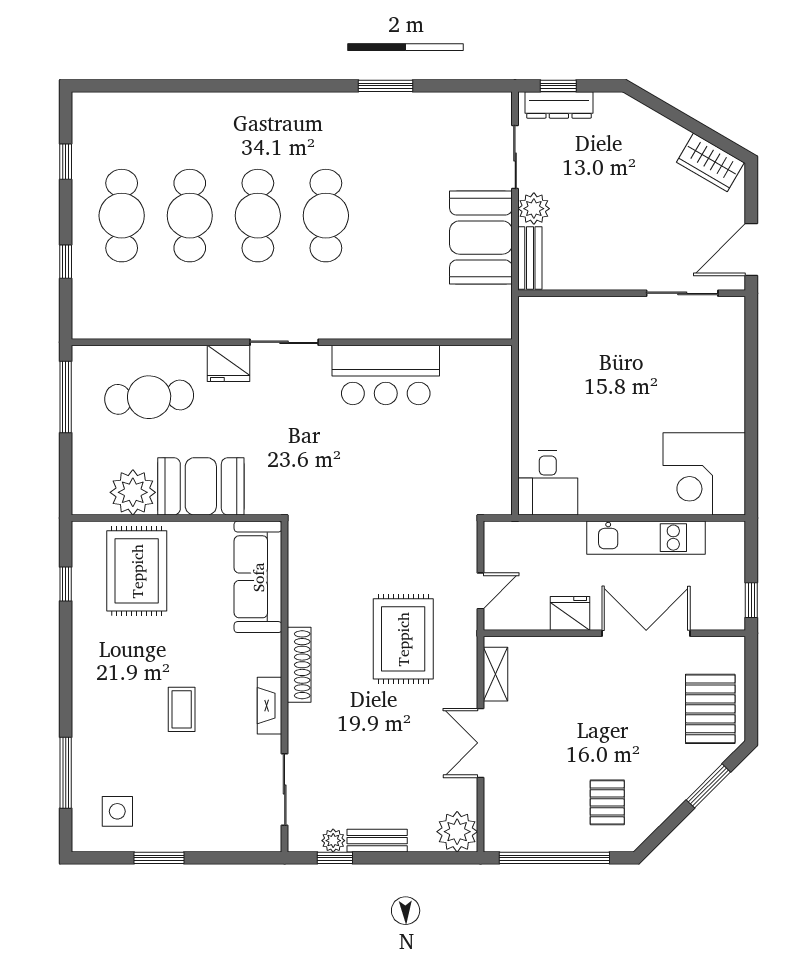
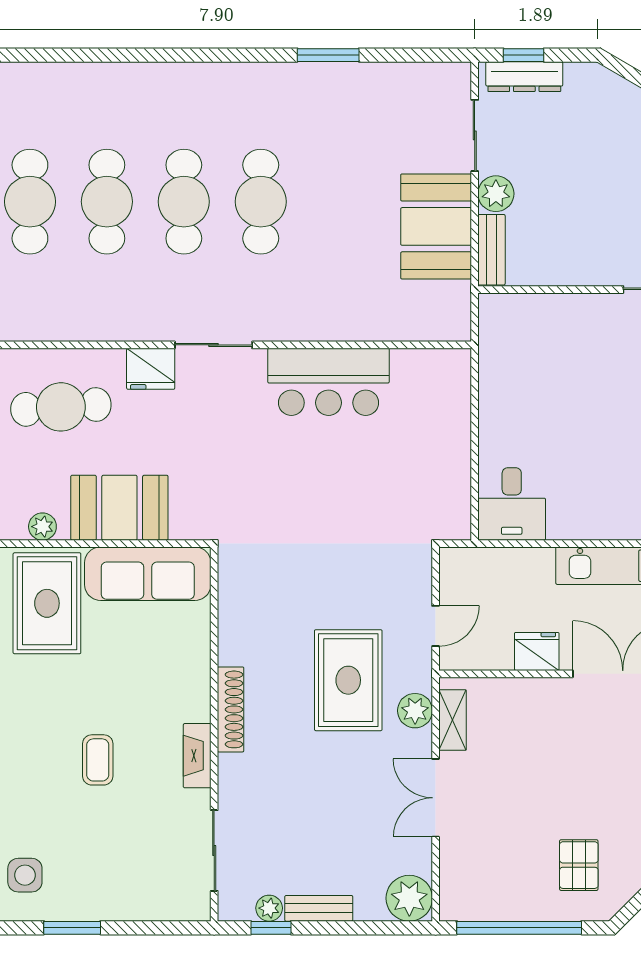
plant: (133, 492) -> (42, 527), width x0.53, depth x0.53
sofa: (258, 577) -> (148, 574), moved, turned -90
plant: (462, 666) -> (415, 711), added

